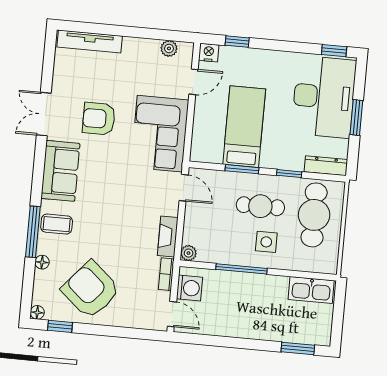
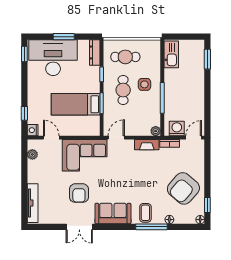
cafe table: (314, 215) -> (125, 57), width x0.73, depth x0.74

